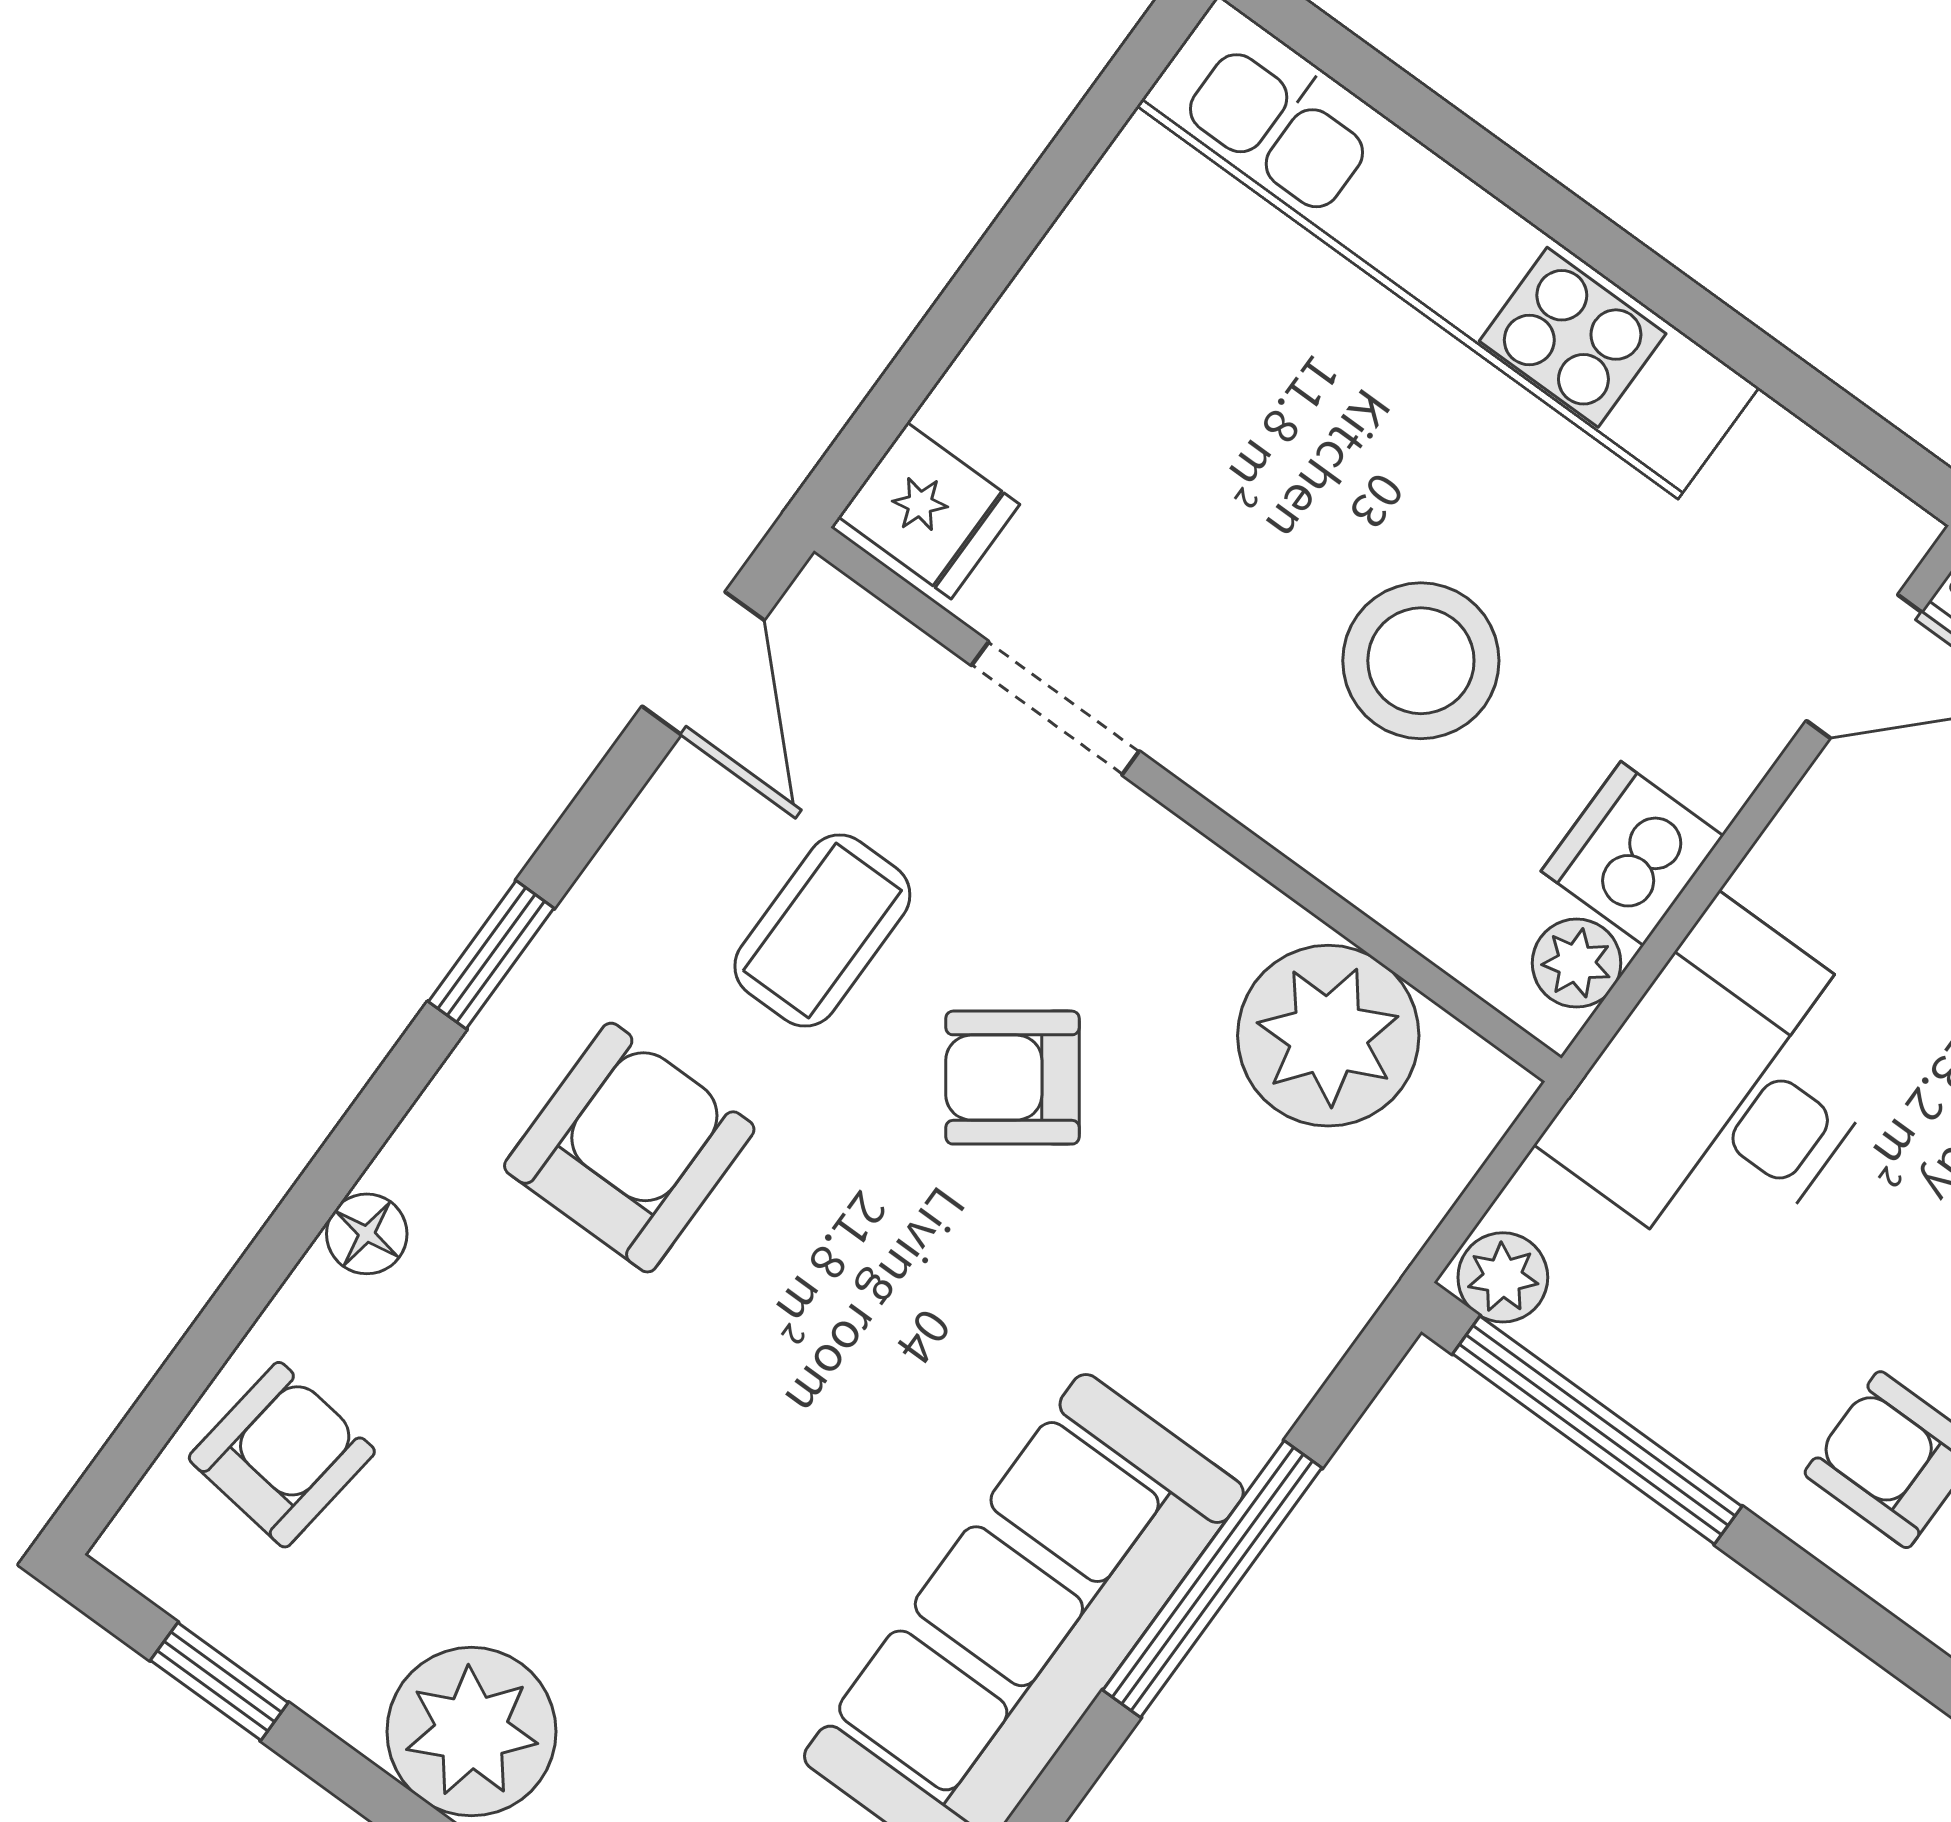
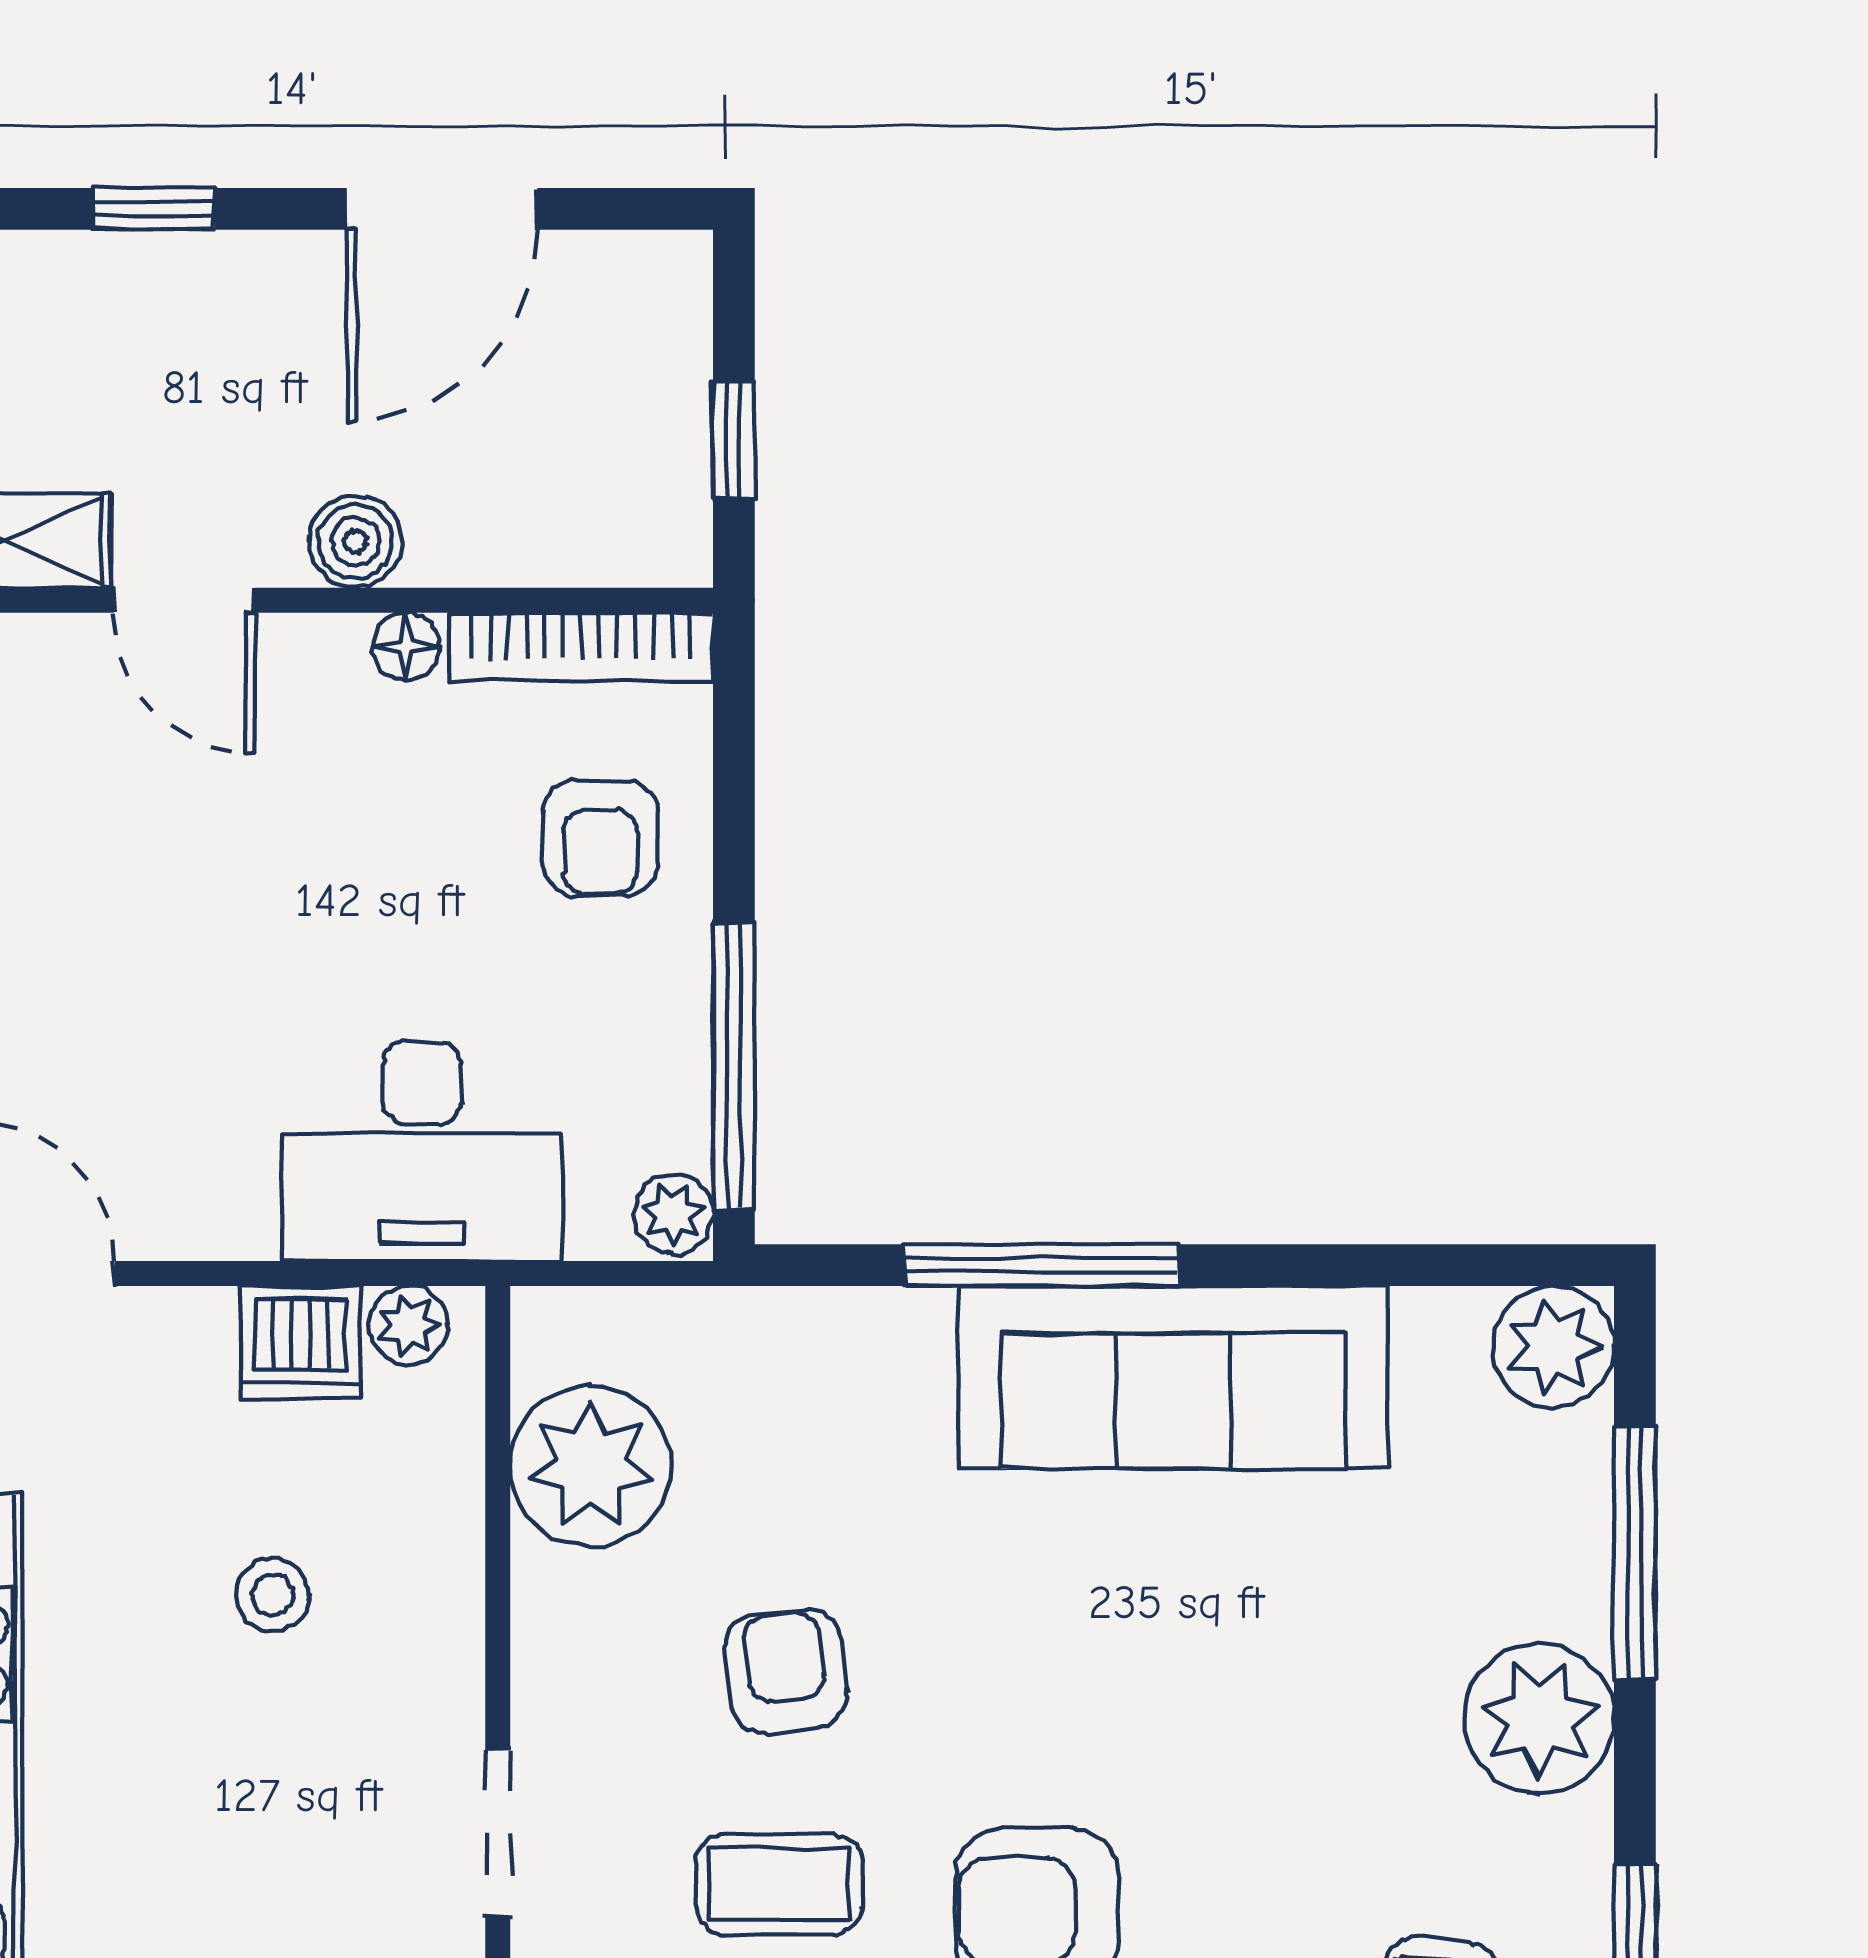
stool: (1421, 661) -> (273, 1595), width x0.53, depth x0.53
armchair: (1013, 1078) -> (786, 1671), turned -151

